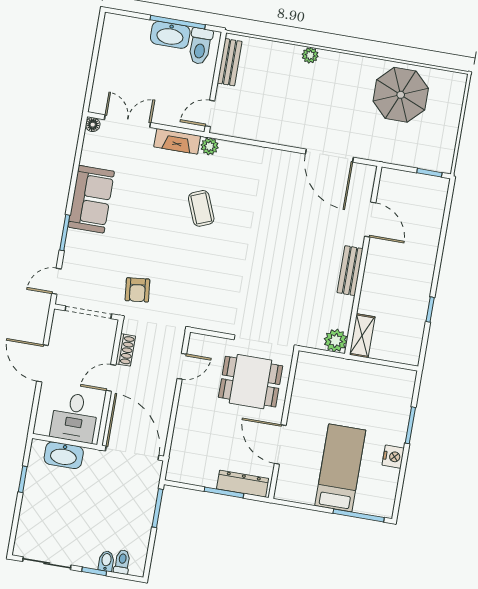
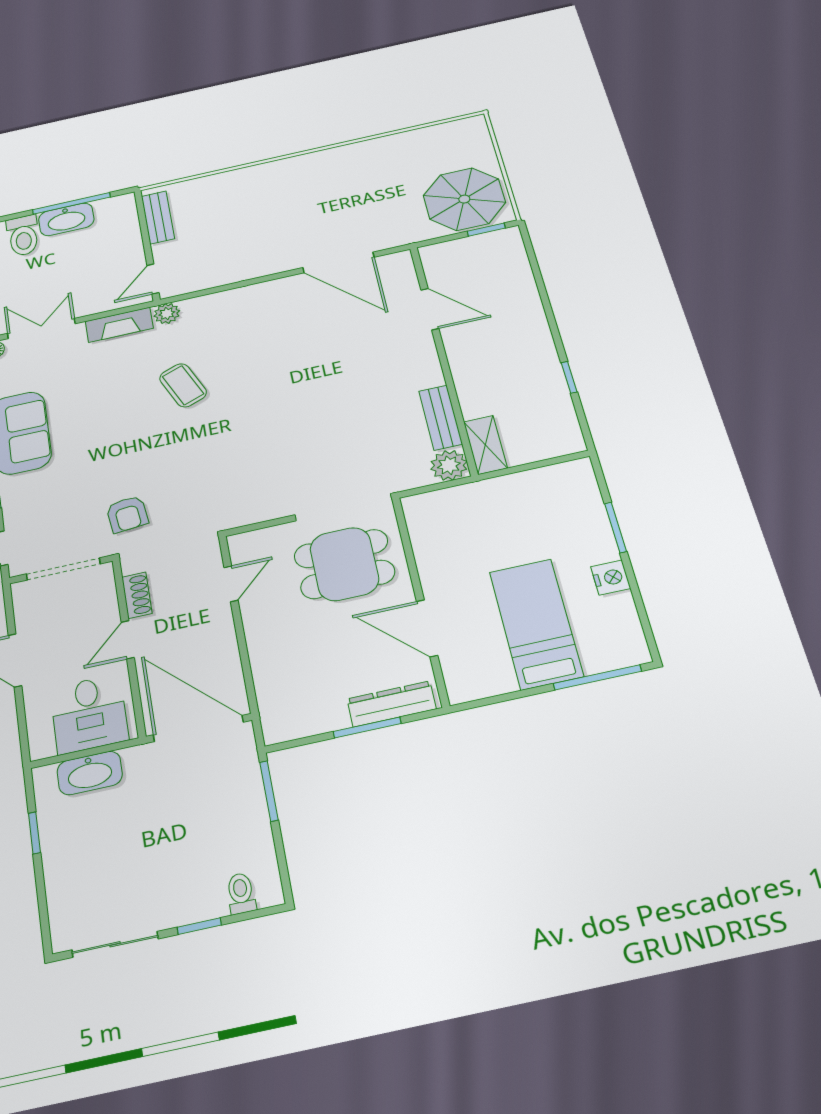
toilet: (200, 46) -> (23, 236), moved
plant: (310, 55) -> (263, 172), removed
parasol: (401, 95) -> (464, 199), moved
bench: (350, 271) -> (440, 418), moved
bidet: (106, 561) -> (214, 902), removed

